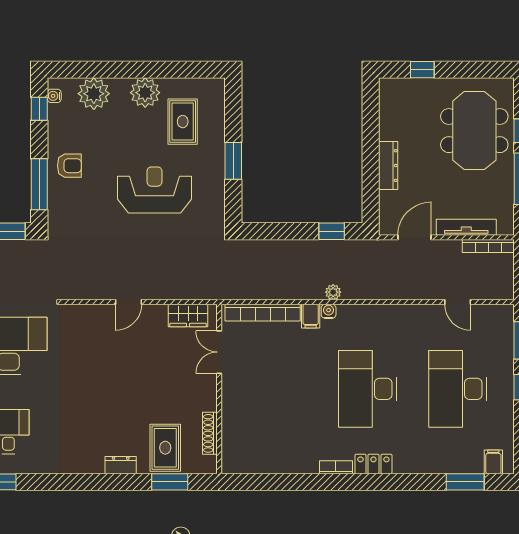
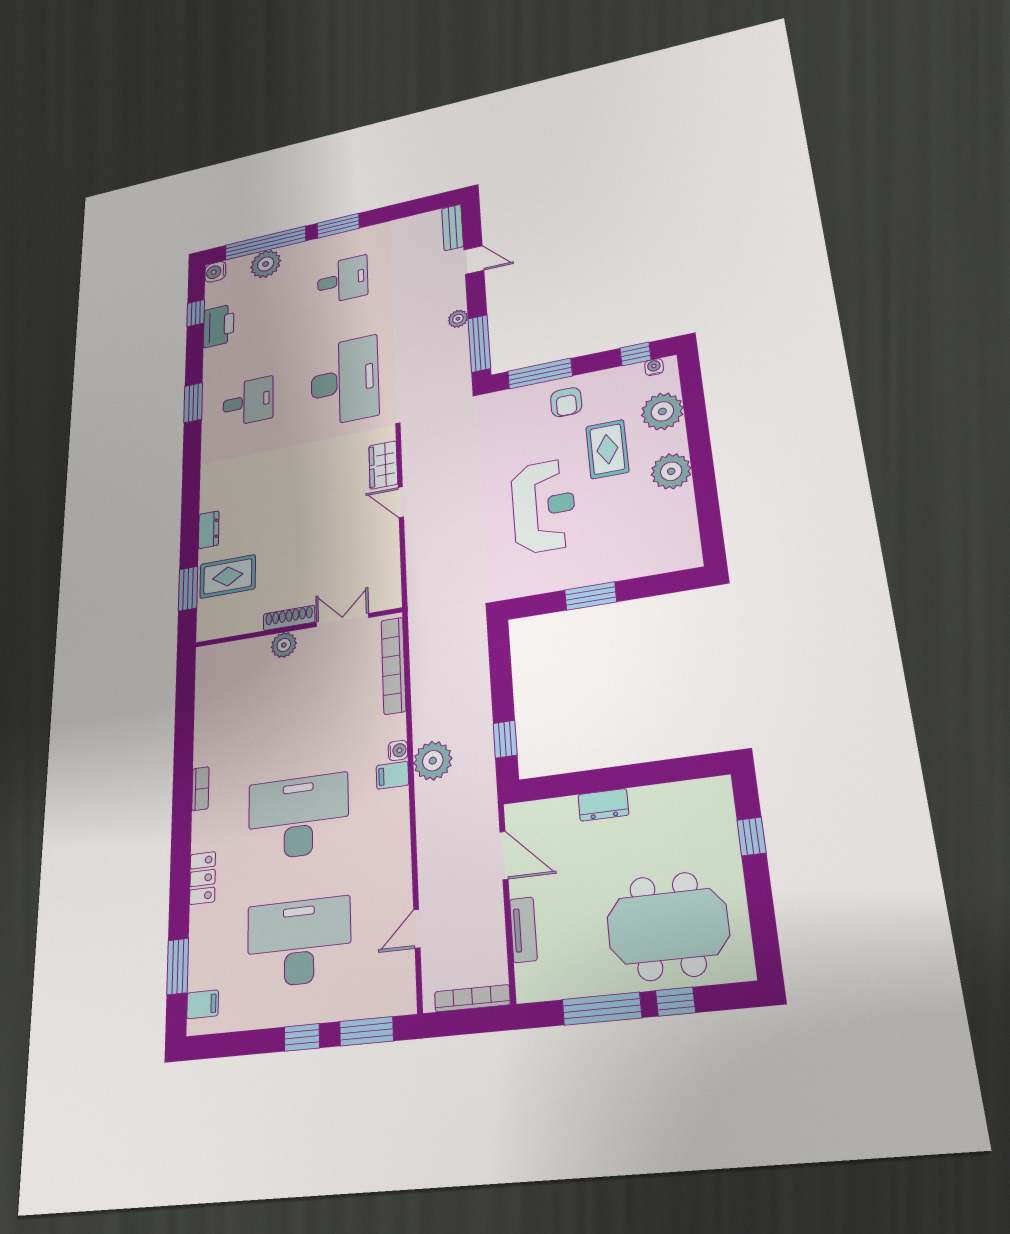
rug: (183, 122) -> (607, 449), moved, turned 90
dresser: (388, 166) -> (603, 805), width x0.70
tv unit: (466, 227) -> (523, 930), width x0.71
bookcase: (488, 246) -> (472, 998), moved, turned 90
plant: (333, 292) -> (433, 761), width x1.88, depth x1.88
wardrobe: (188, 315) -> (383, 465), moved
filing cabinet: (311, 316) -> (392, 775), moved
plant: (232, 400) -> (284, 645), added
shoe rack: (210, 433) -> (289, 618), moved
locker: (373, 464) -> (203, 878), moved

